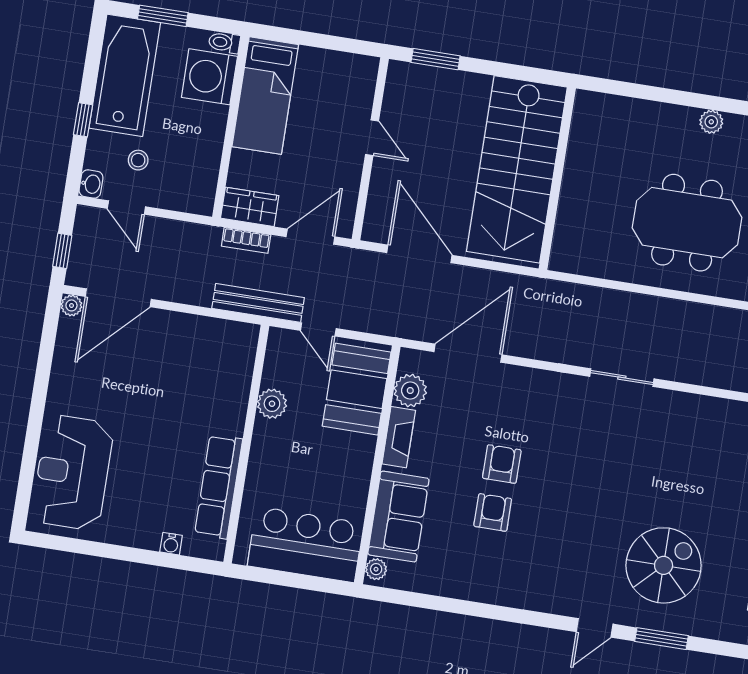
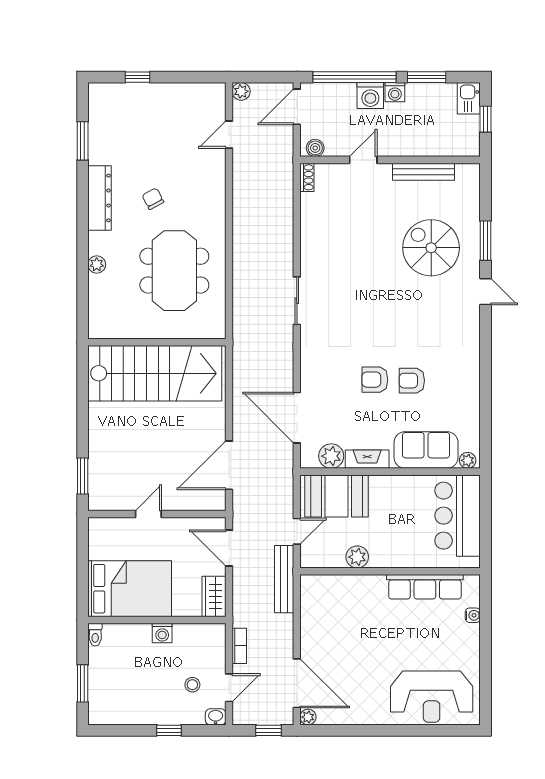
bathtub: (125, 75) -> (131, 705), removed
washing machine: (209, 77) -> (162, 633), moved, width x0.53, depth x0.53
bed: (265, 96) -> (130, 589), width x1.50
stairs: (517, 169) -> (155, 373), moved
wall: (557, 179) -> (157, 342), moved
bookcase: (246, 240) -> (239, 646), moved

